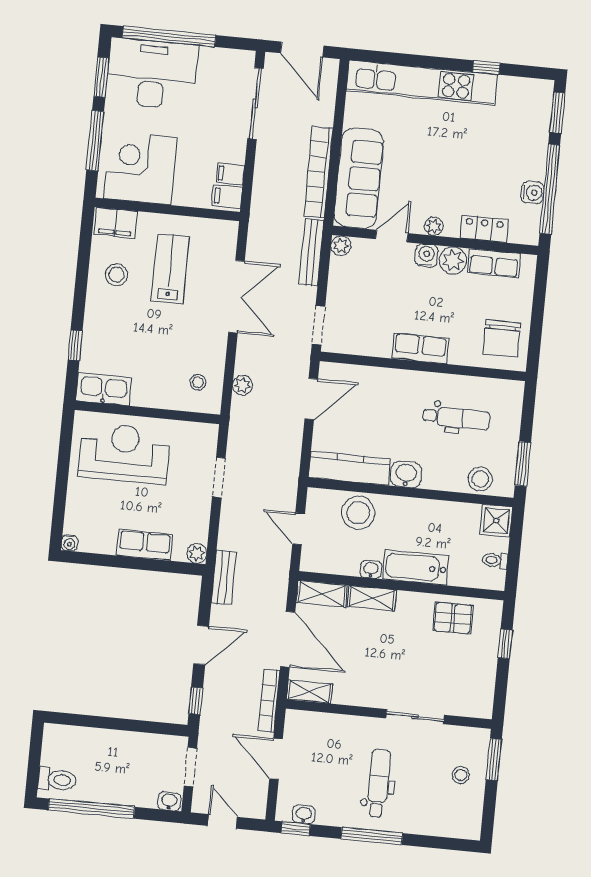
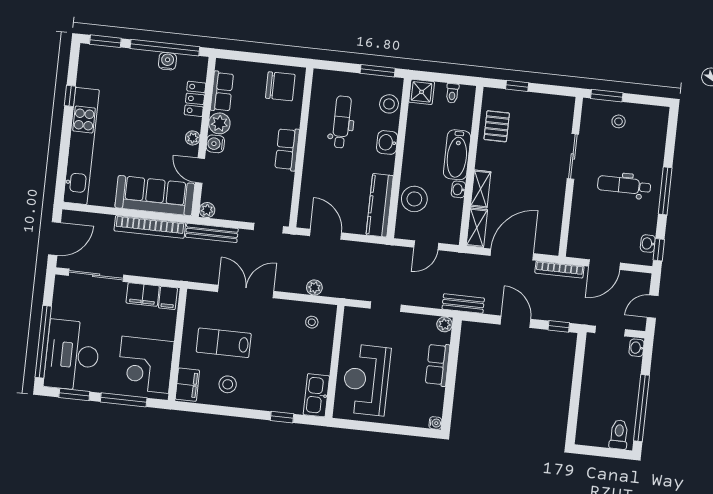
filing cabinet: (230, 174) -> (143, 294), width x2.00
washbasin: (406, 475) -> (387, 142), moved
shelving: (310, 692) -> (553, 238), removed

